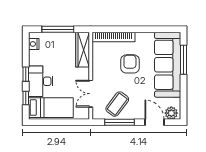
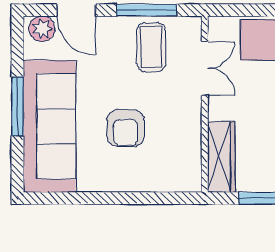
bookcase: (113, 37) -> (159, 182), removed
window: (183, 60) -> (17, 106), moved
coffee table: (117, 104) -> (151, 47), turned -37

